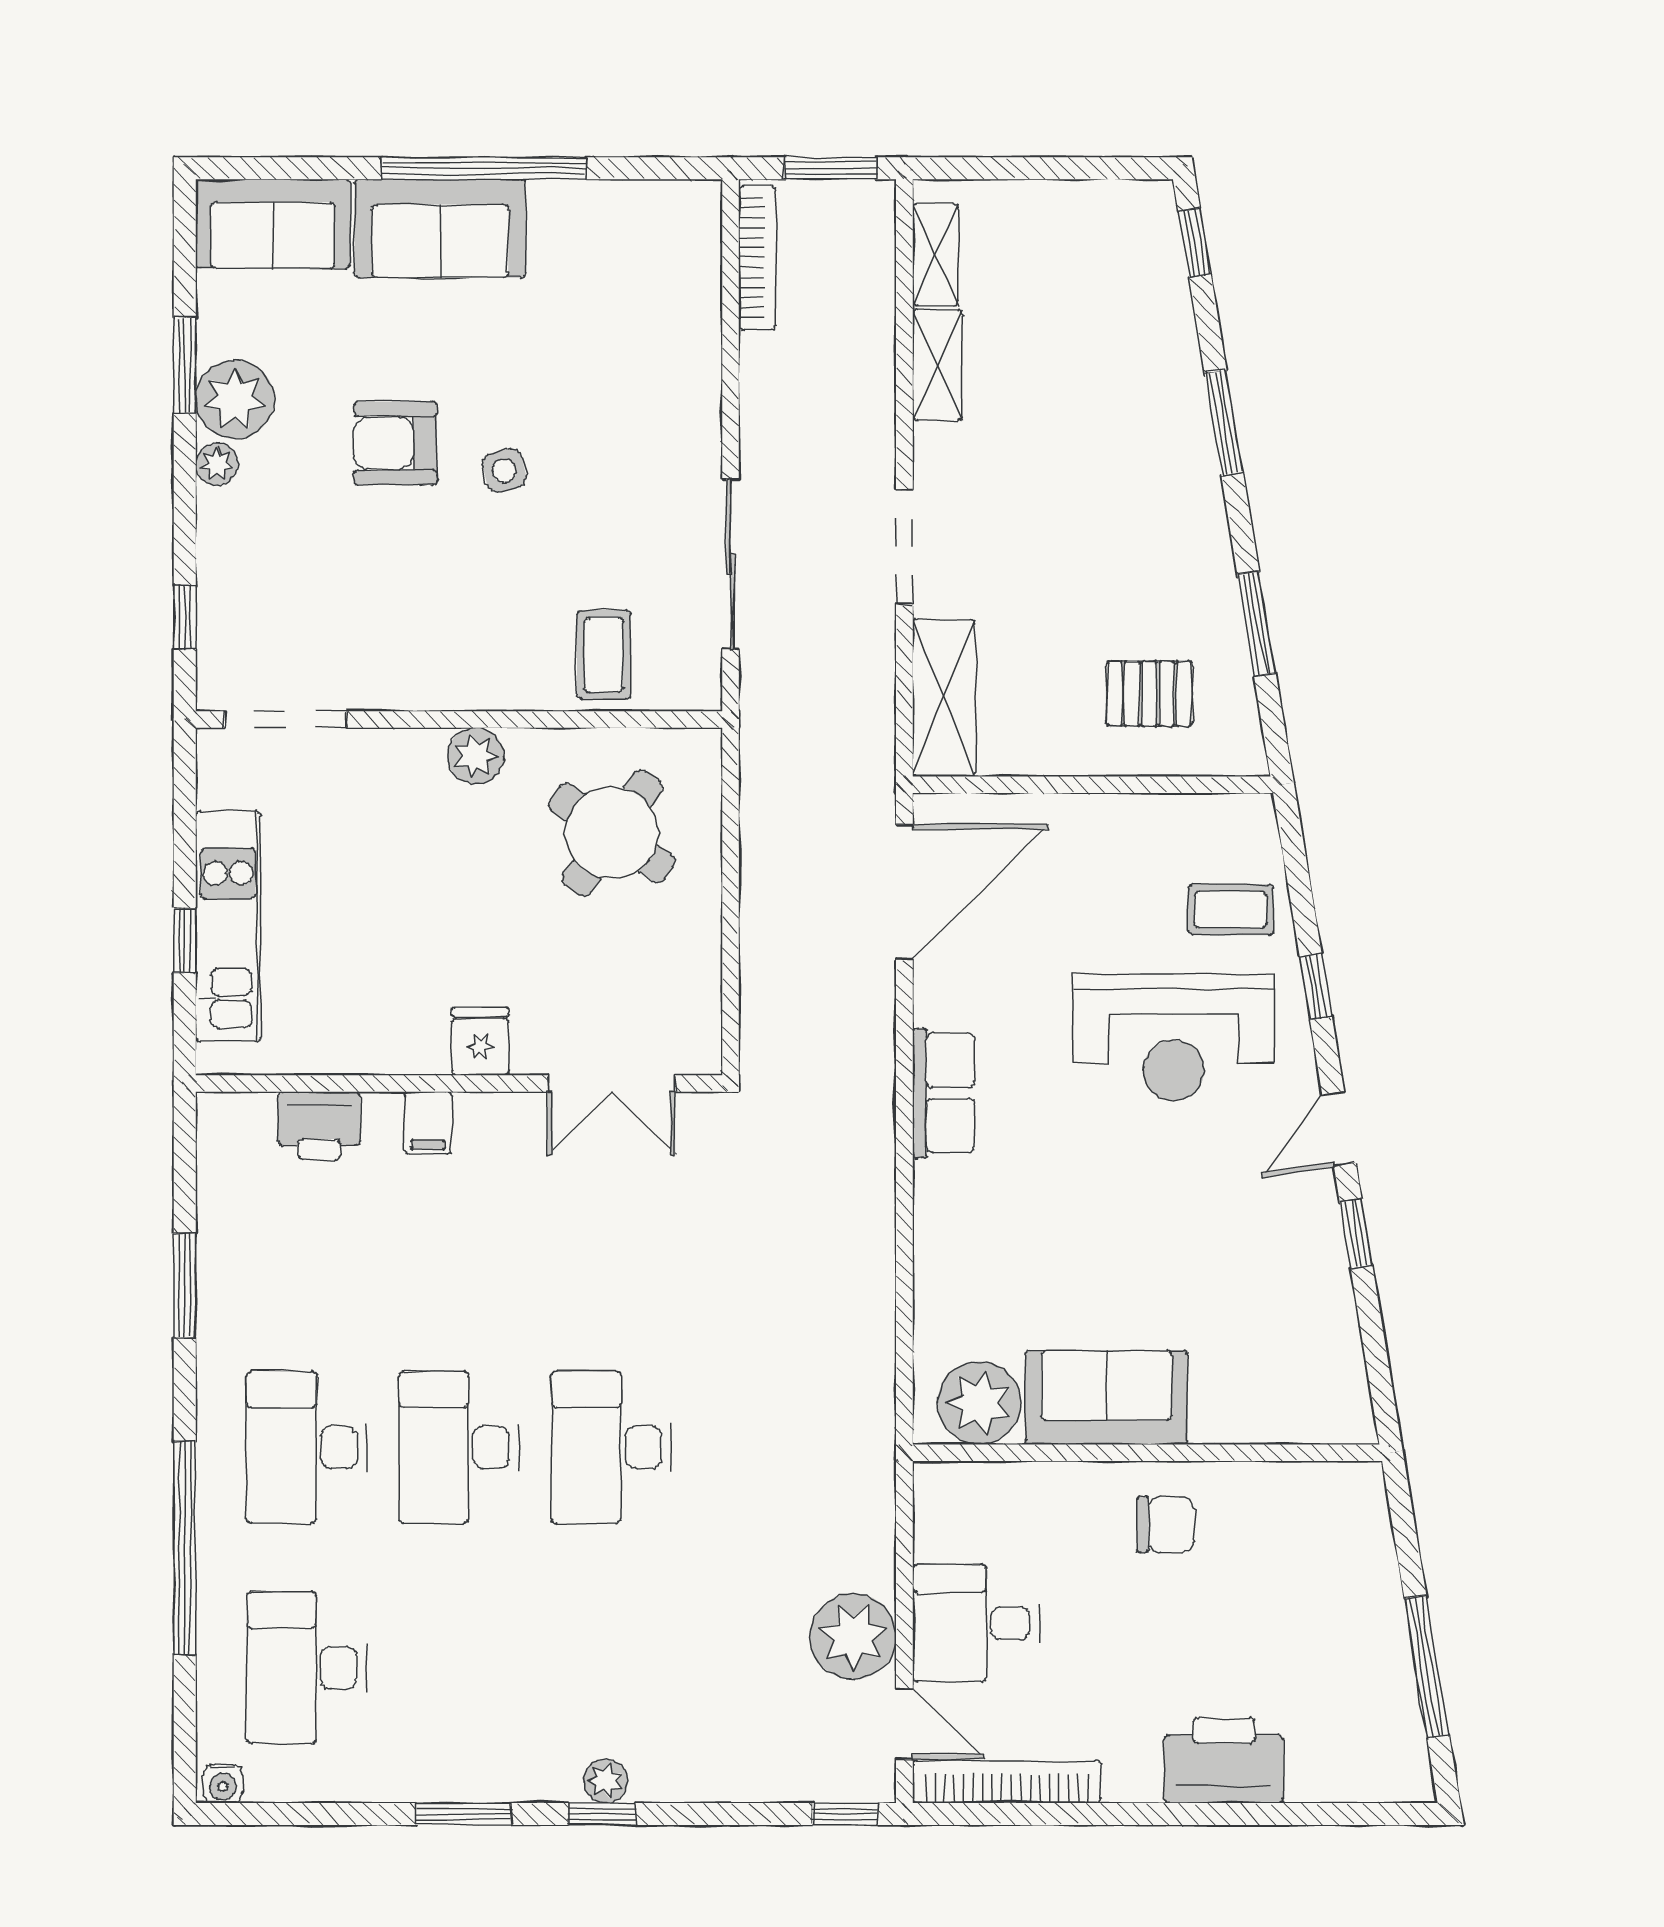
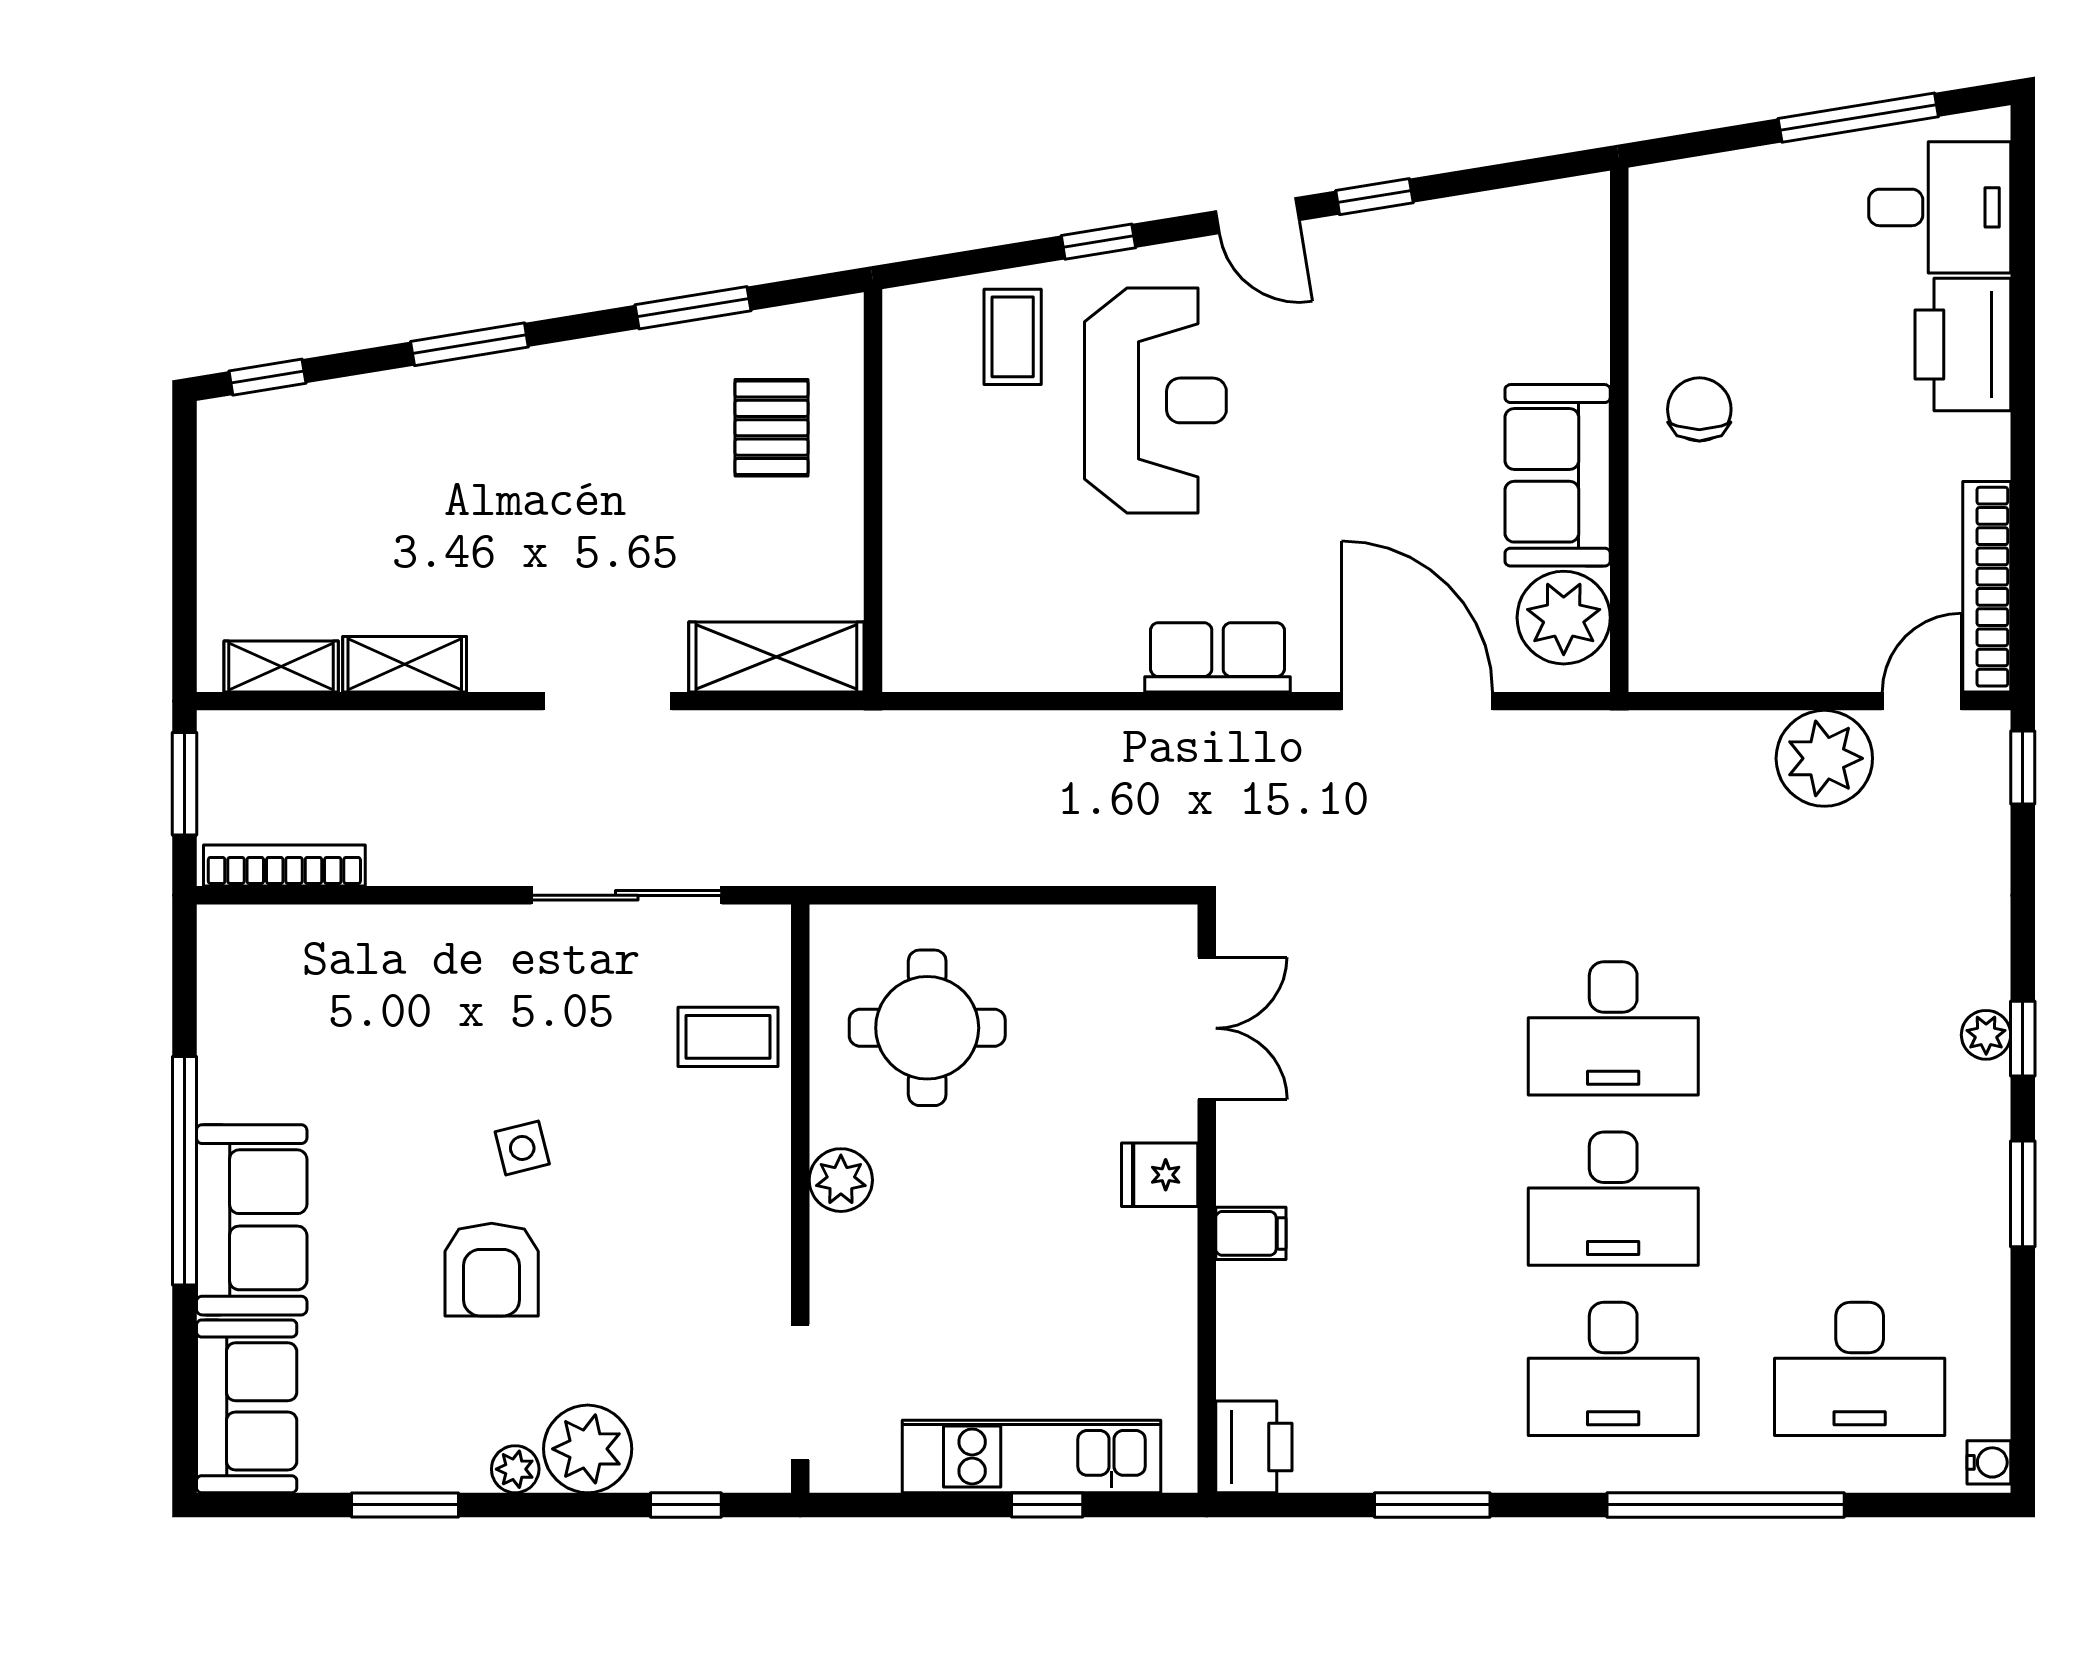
plant: (235, 399) -> (588, 1449), moved
round table: (612, 833) -> (927, 1028), turned -35
door: (904, 892) -> (1417, 701), moved
printer: (319, 1126) -> (1254, 1447), moved
desk: (976, 1623) -> (1940, 207), moved, turned -90

